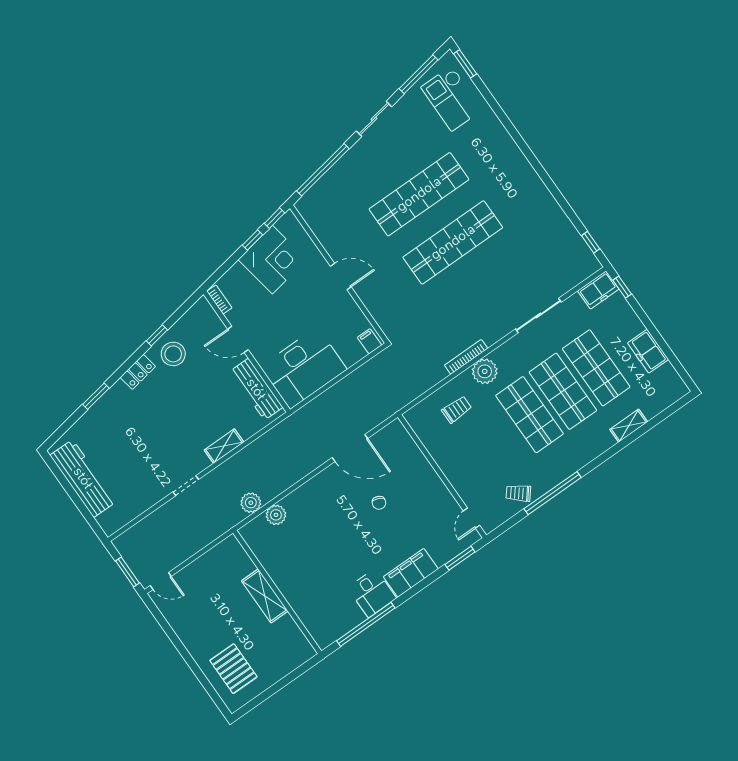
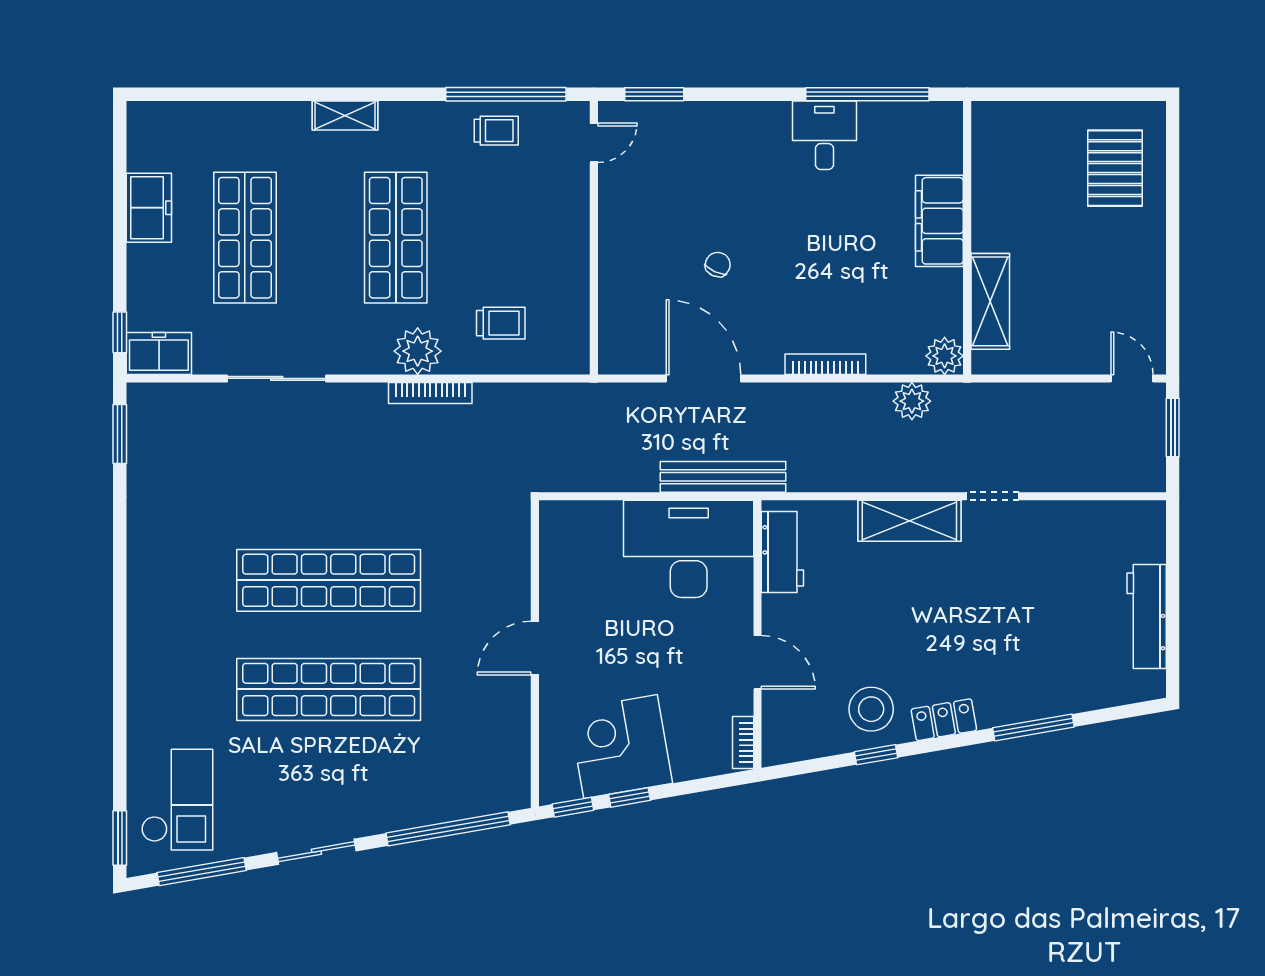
window: (591, 242) -> (120, 434), width x1.50
door: (341, 277) -> (535, 648), hinge flipped
filing cabinet: (370, 341) -> (560, 519), removed
workbench: (256, 389) -> (782, 552), width x0.73
shop shelf: (563, 391) -> (320, 238), removed
window: (96, 396) -> (1033, 727), width x1.44
trolley: (457, 410) -> (501, 323), turned 180
bench: (311, 411) -> (723, 477), added
shelving: (629, 426) -> (345, 116), moved
shelving: (224, 446) -> (909, 521), width x1.50, depth x1.33
workbench: (83, 478) -> (1147, 616), width x0.73, depth x0.76
bookcase: (301, 492) -> (825, 364), added
trolley: (518, 493) -> (496, 131), turned -39
window: (553, 493) -> (506, 94), moved
plant: (276, 515) -> (945, 356), moved
filing cabinet: (411, 573) -> (939, 221), moved, turned 90
shelving: (265, 596) -> (990, 301), moved

